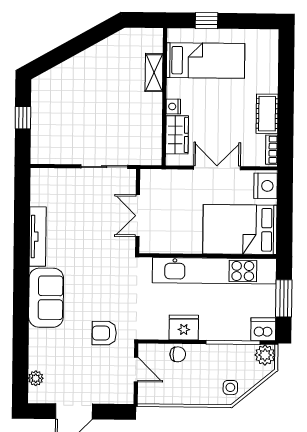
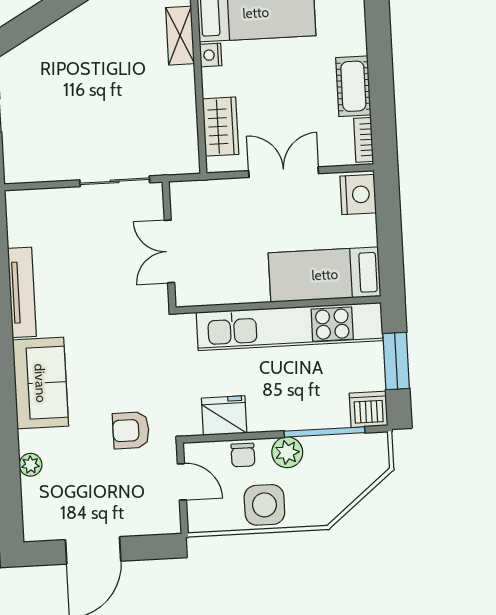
nightstand: (173, 106) -> (211, 55), moved
bed: (240, 230) -> (325, 275), width x0.67
fridge: (184, 327) -> (224, 416), moved
chair: (178, 354) -> (243, 455), turned 90
plant: (265, 355) -> (287, 452), moved
plant: (36, 378) -> (30, 465), moved
side table: (230, 387) -> (264, 505), moved, width x1.87, depth x1.87

